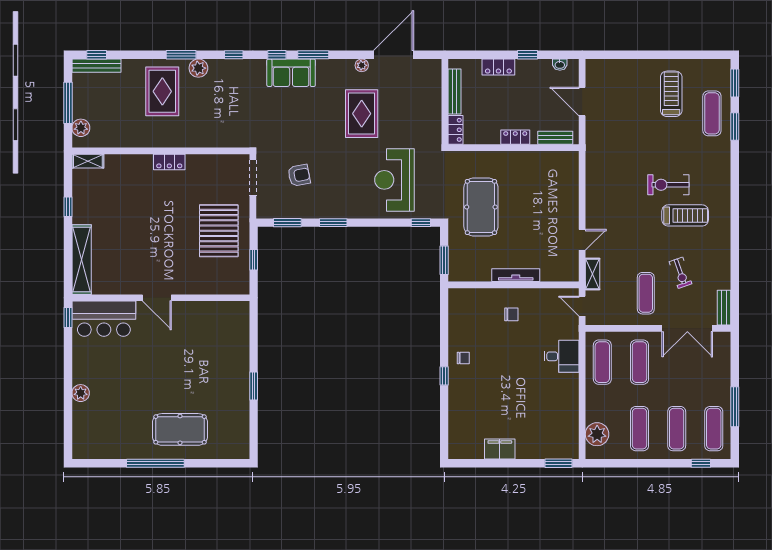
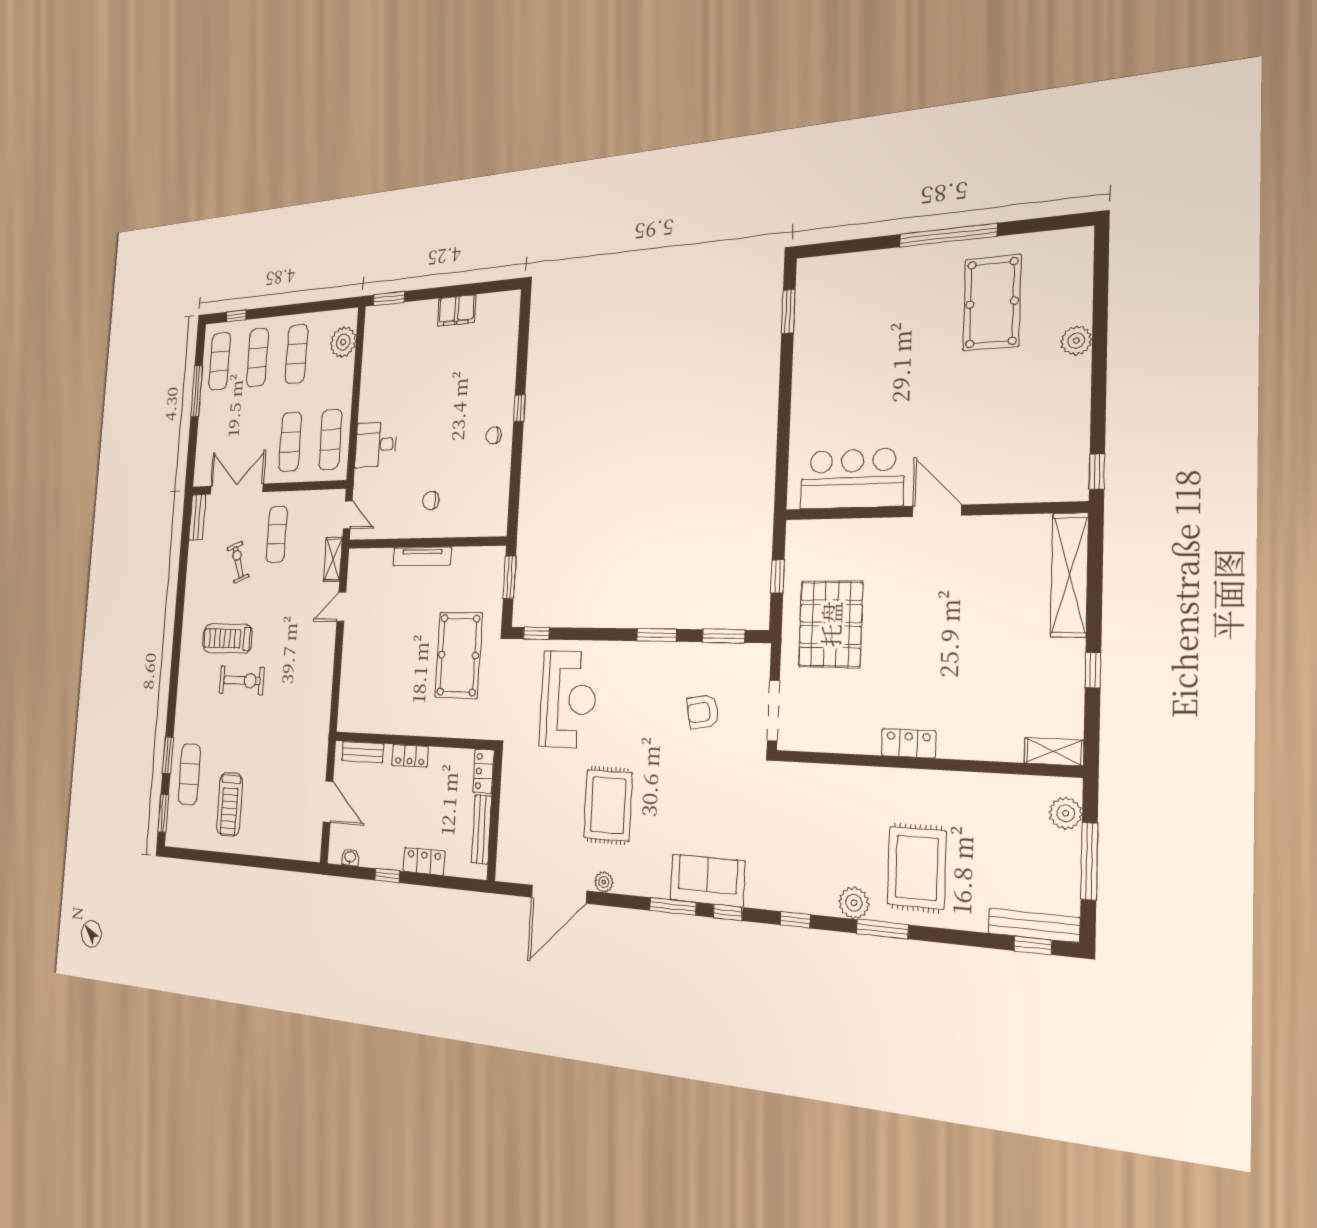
bar counter: (104, 319) -> (852, 479), moved
window: (254, 386) -> (788, 311), moved
pool table: (180, 429) -> (992, 303), moved, turned 90

